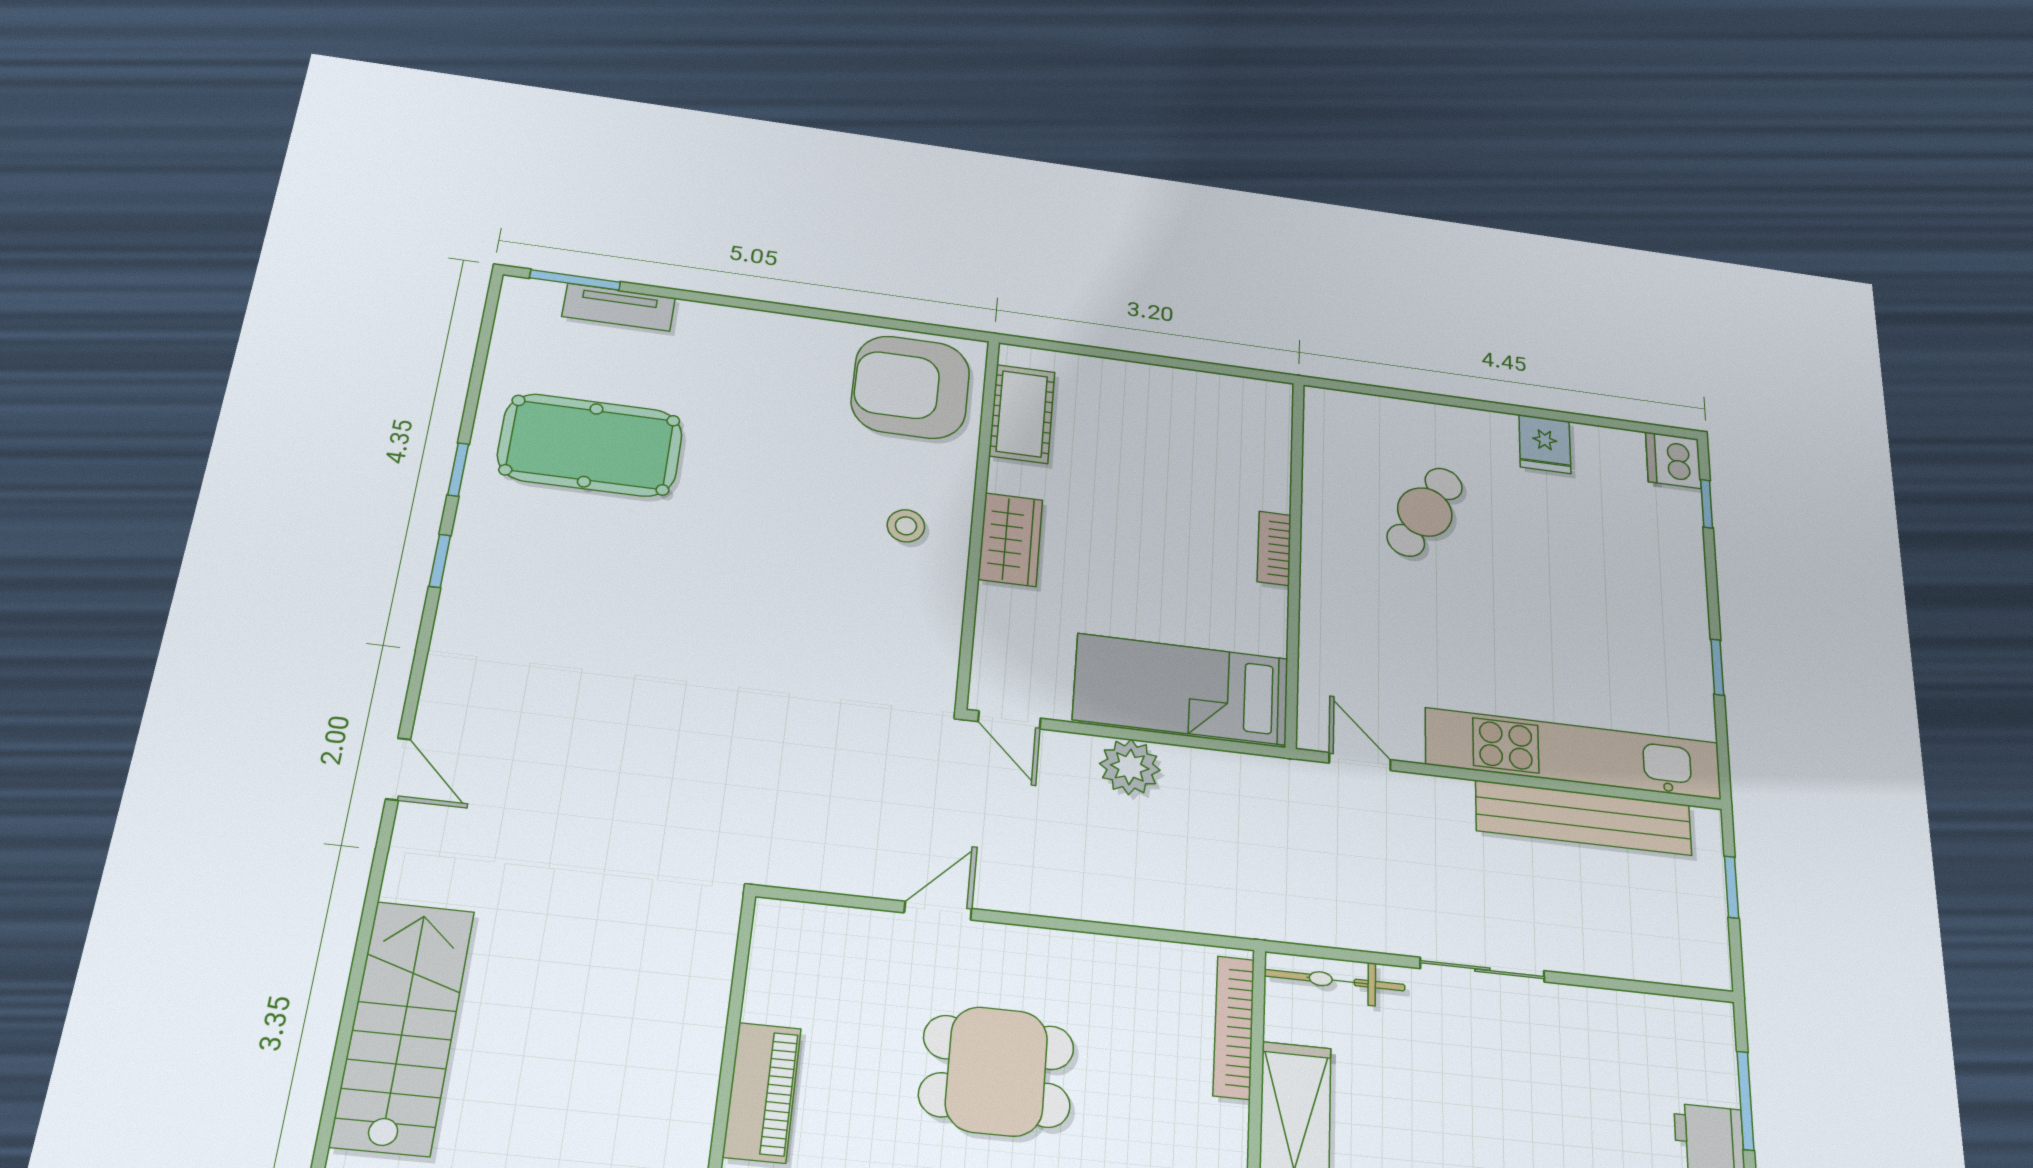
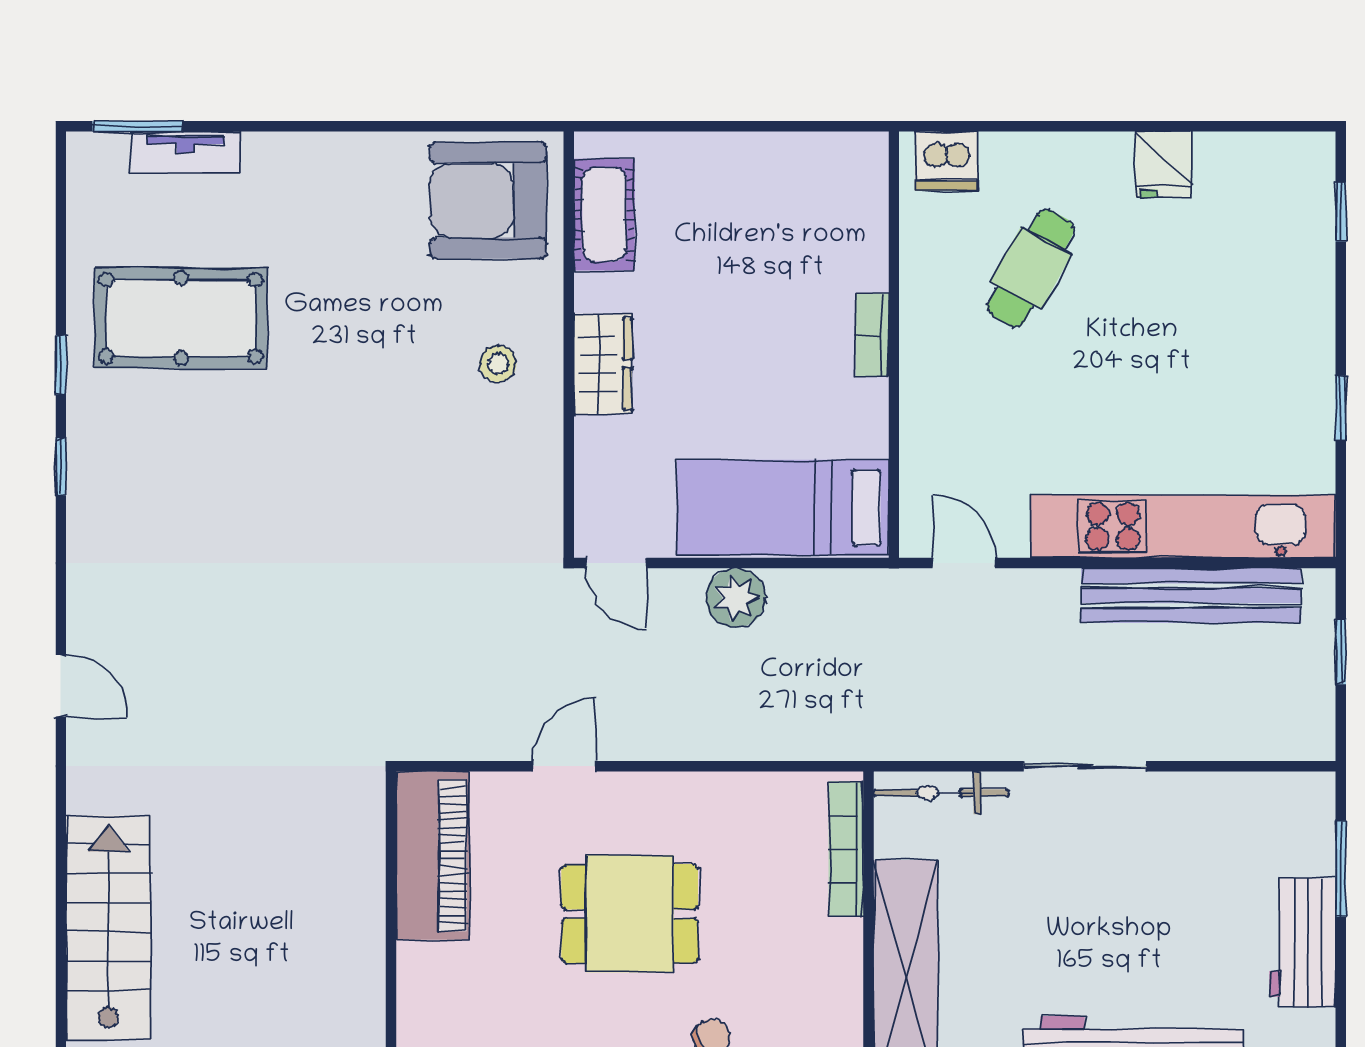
dishwasher: (1673, 460) -> (946, 161), moved, turned -90
piano: (762, 1092) -> (433, 855), moved, width x1.37, depth x1.33

